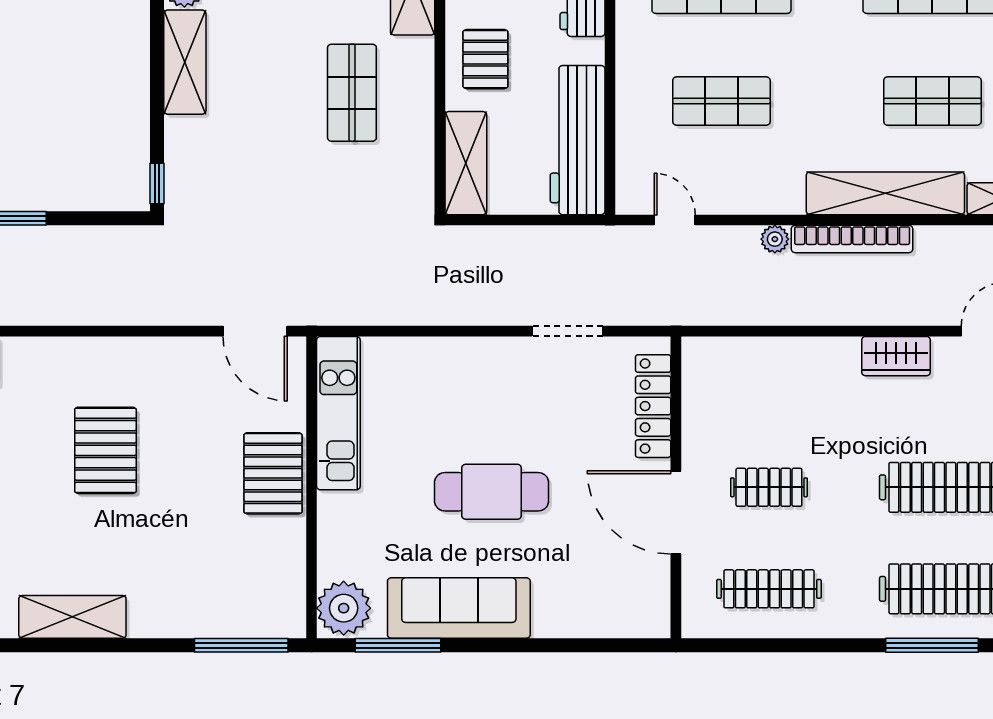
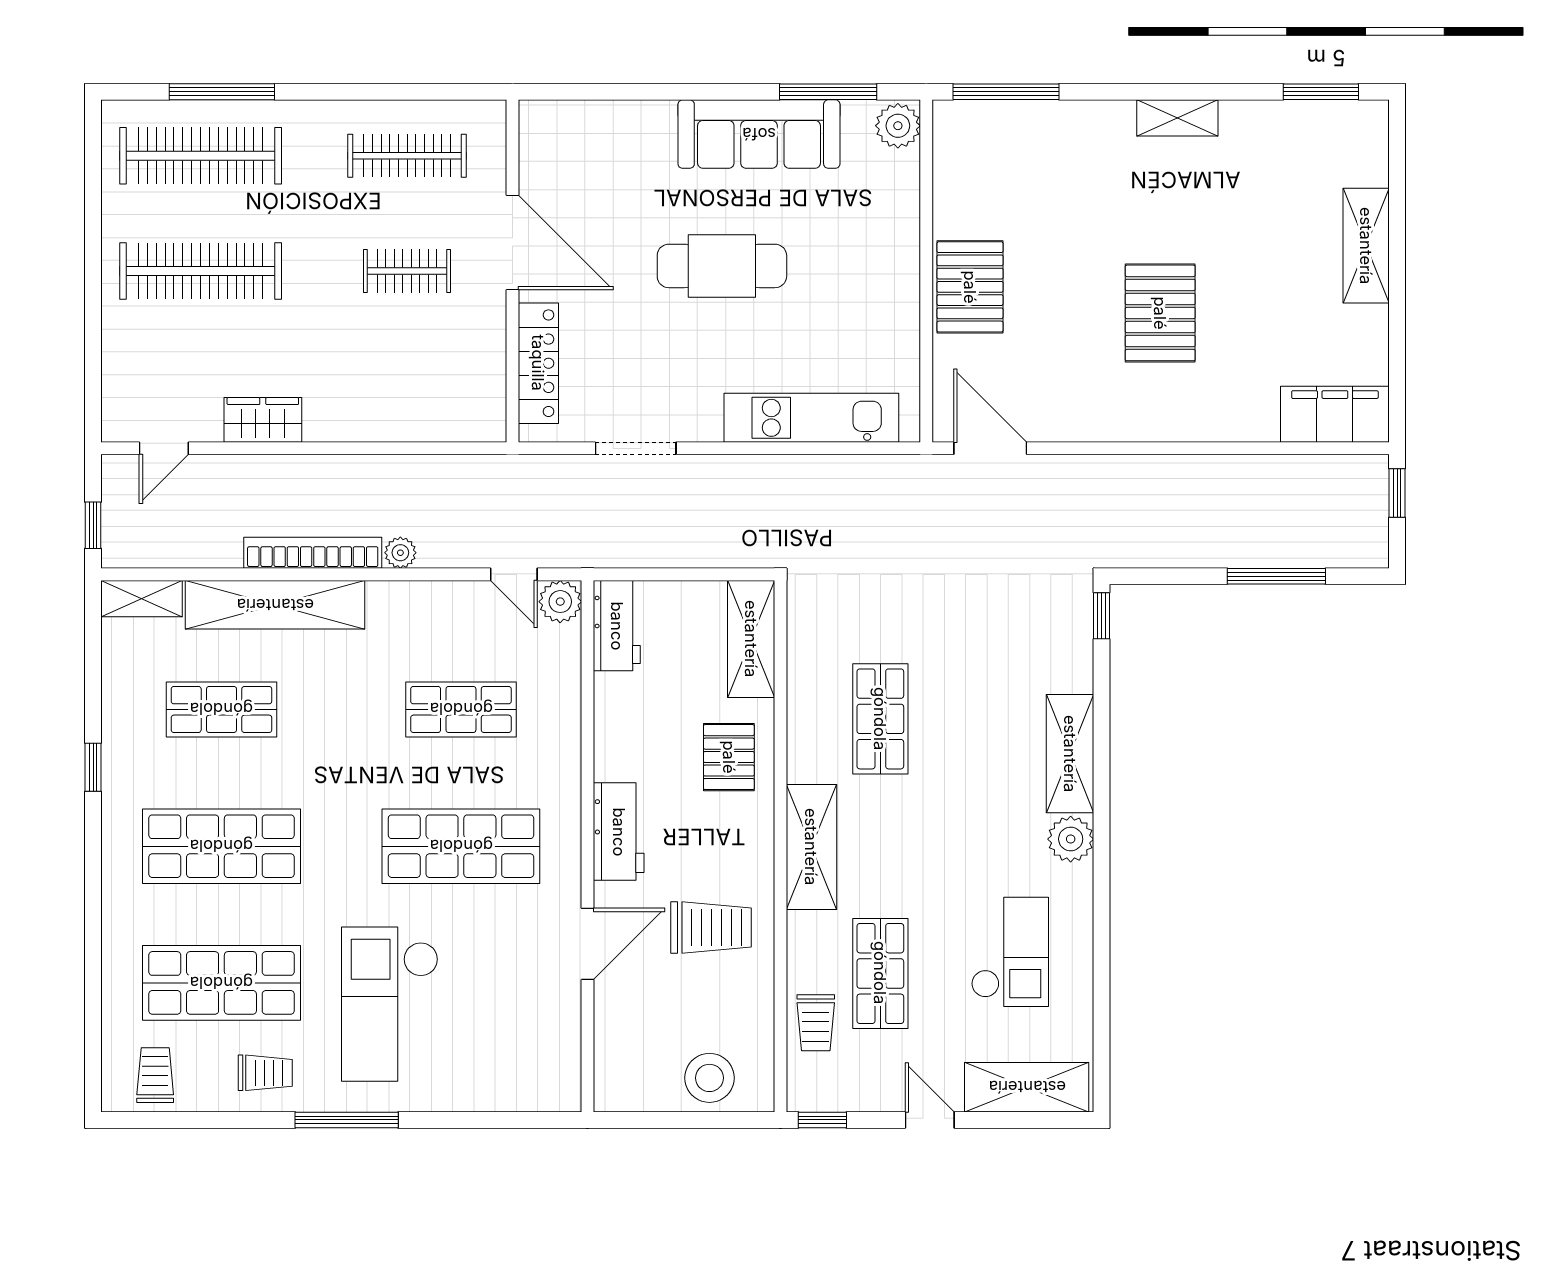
workbench: (578, 140) -> (617, 626), width x0.53, depth x0.76
plant: (634, 196) -> (560, 602), added
kitchen unit: (338, 413) -> (811, 418), moved, turned 90
plant: (344, 608) -> (898, 126), width x0.73, depth x0.73
shelving: (72, 617) -> (1177, 118), width x0.67, depth x0.75

